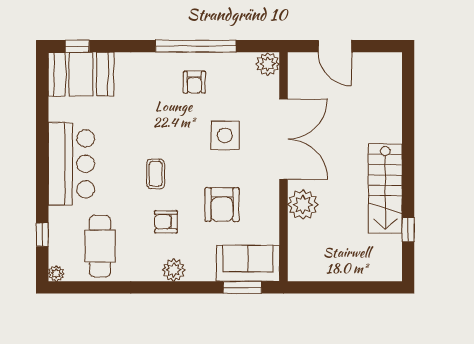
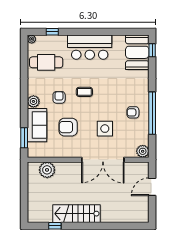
plant: (303, 205) -> (47, 170), moved
sofa: (248, 263) -> (37, 125), moved

